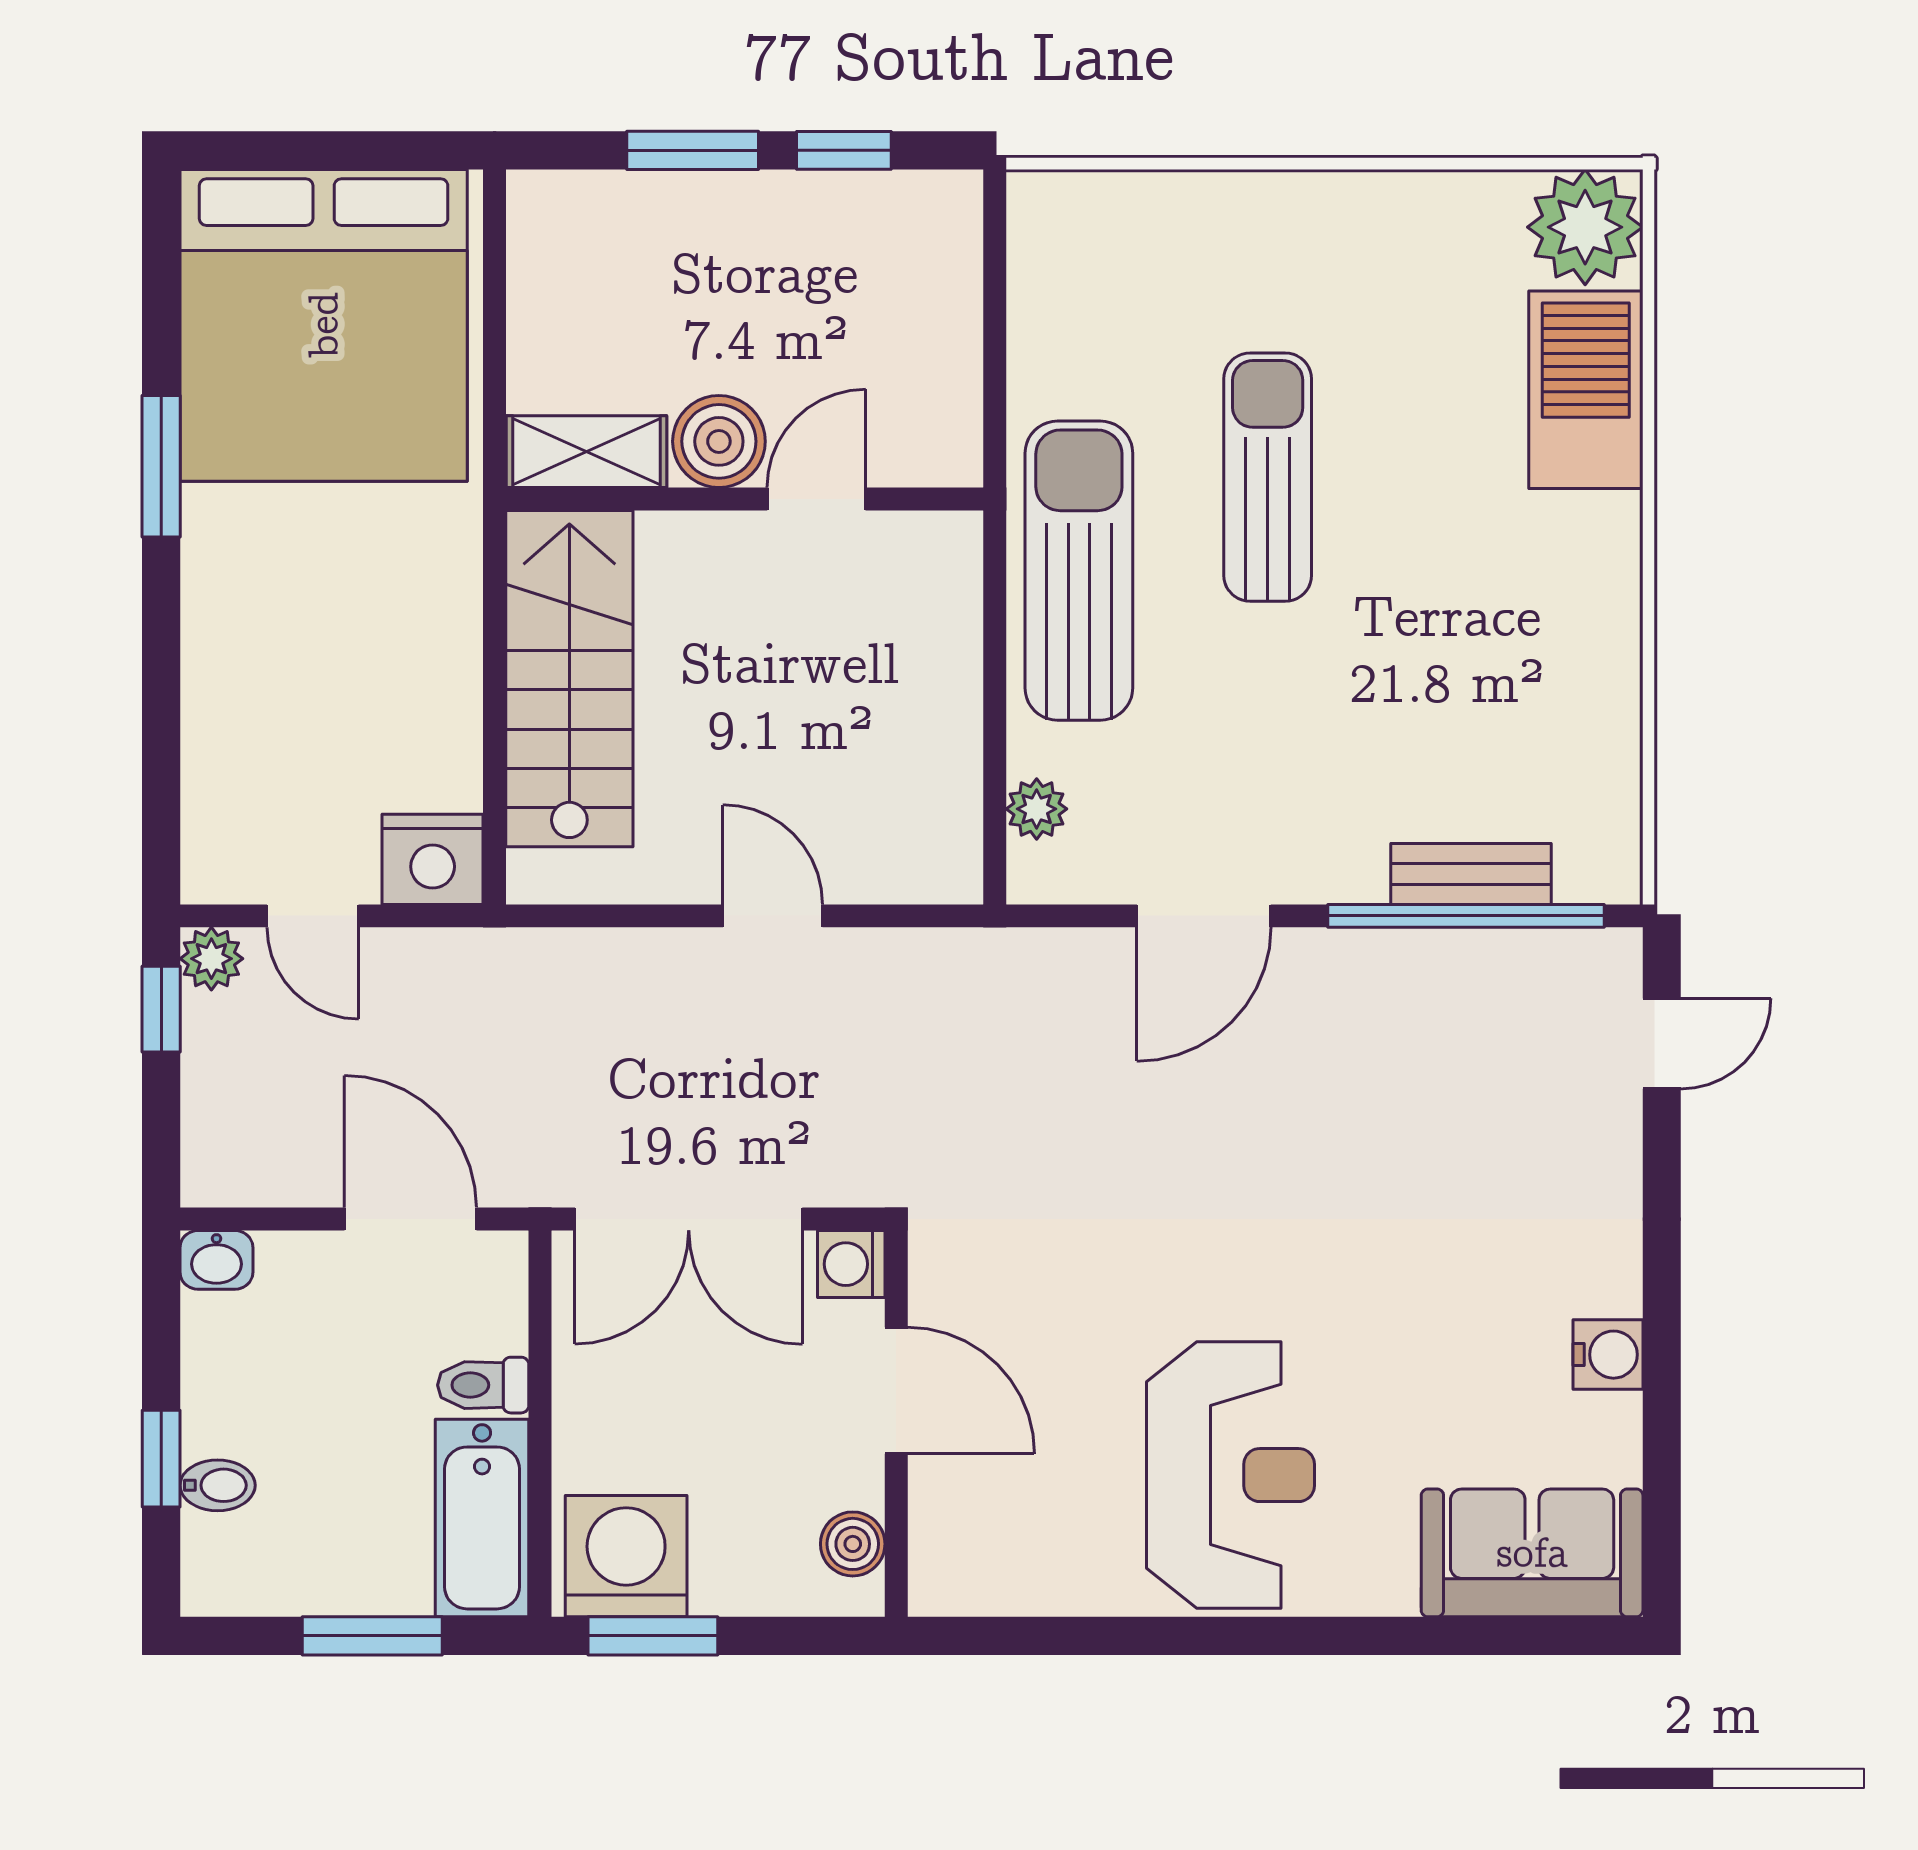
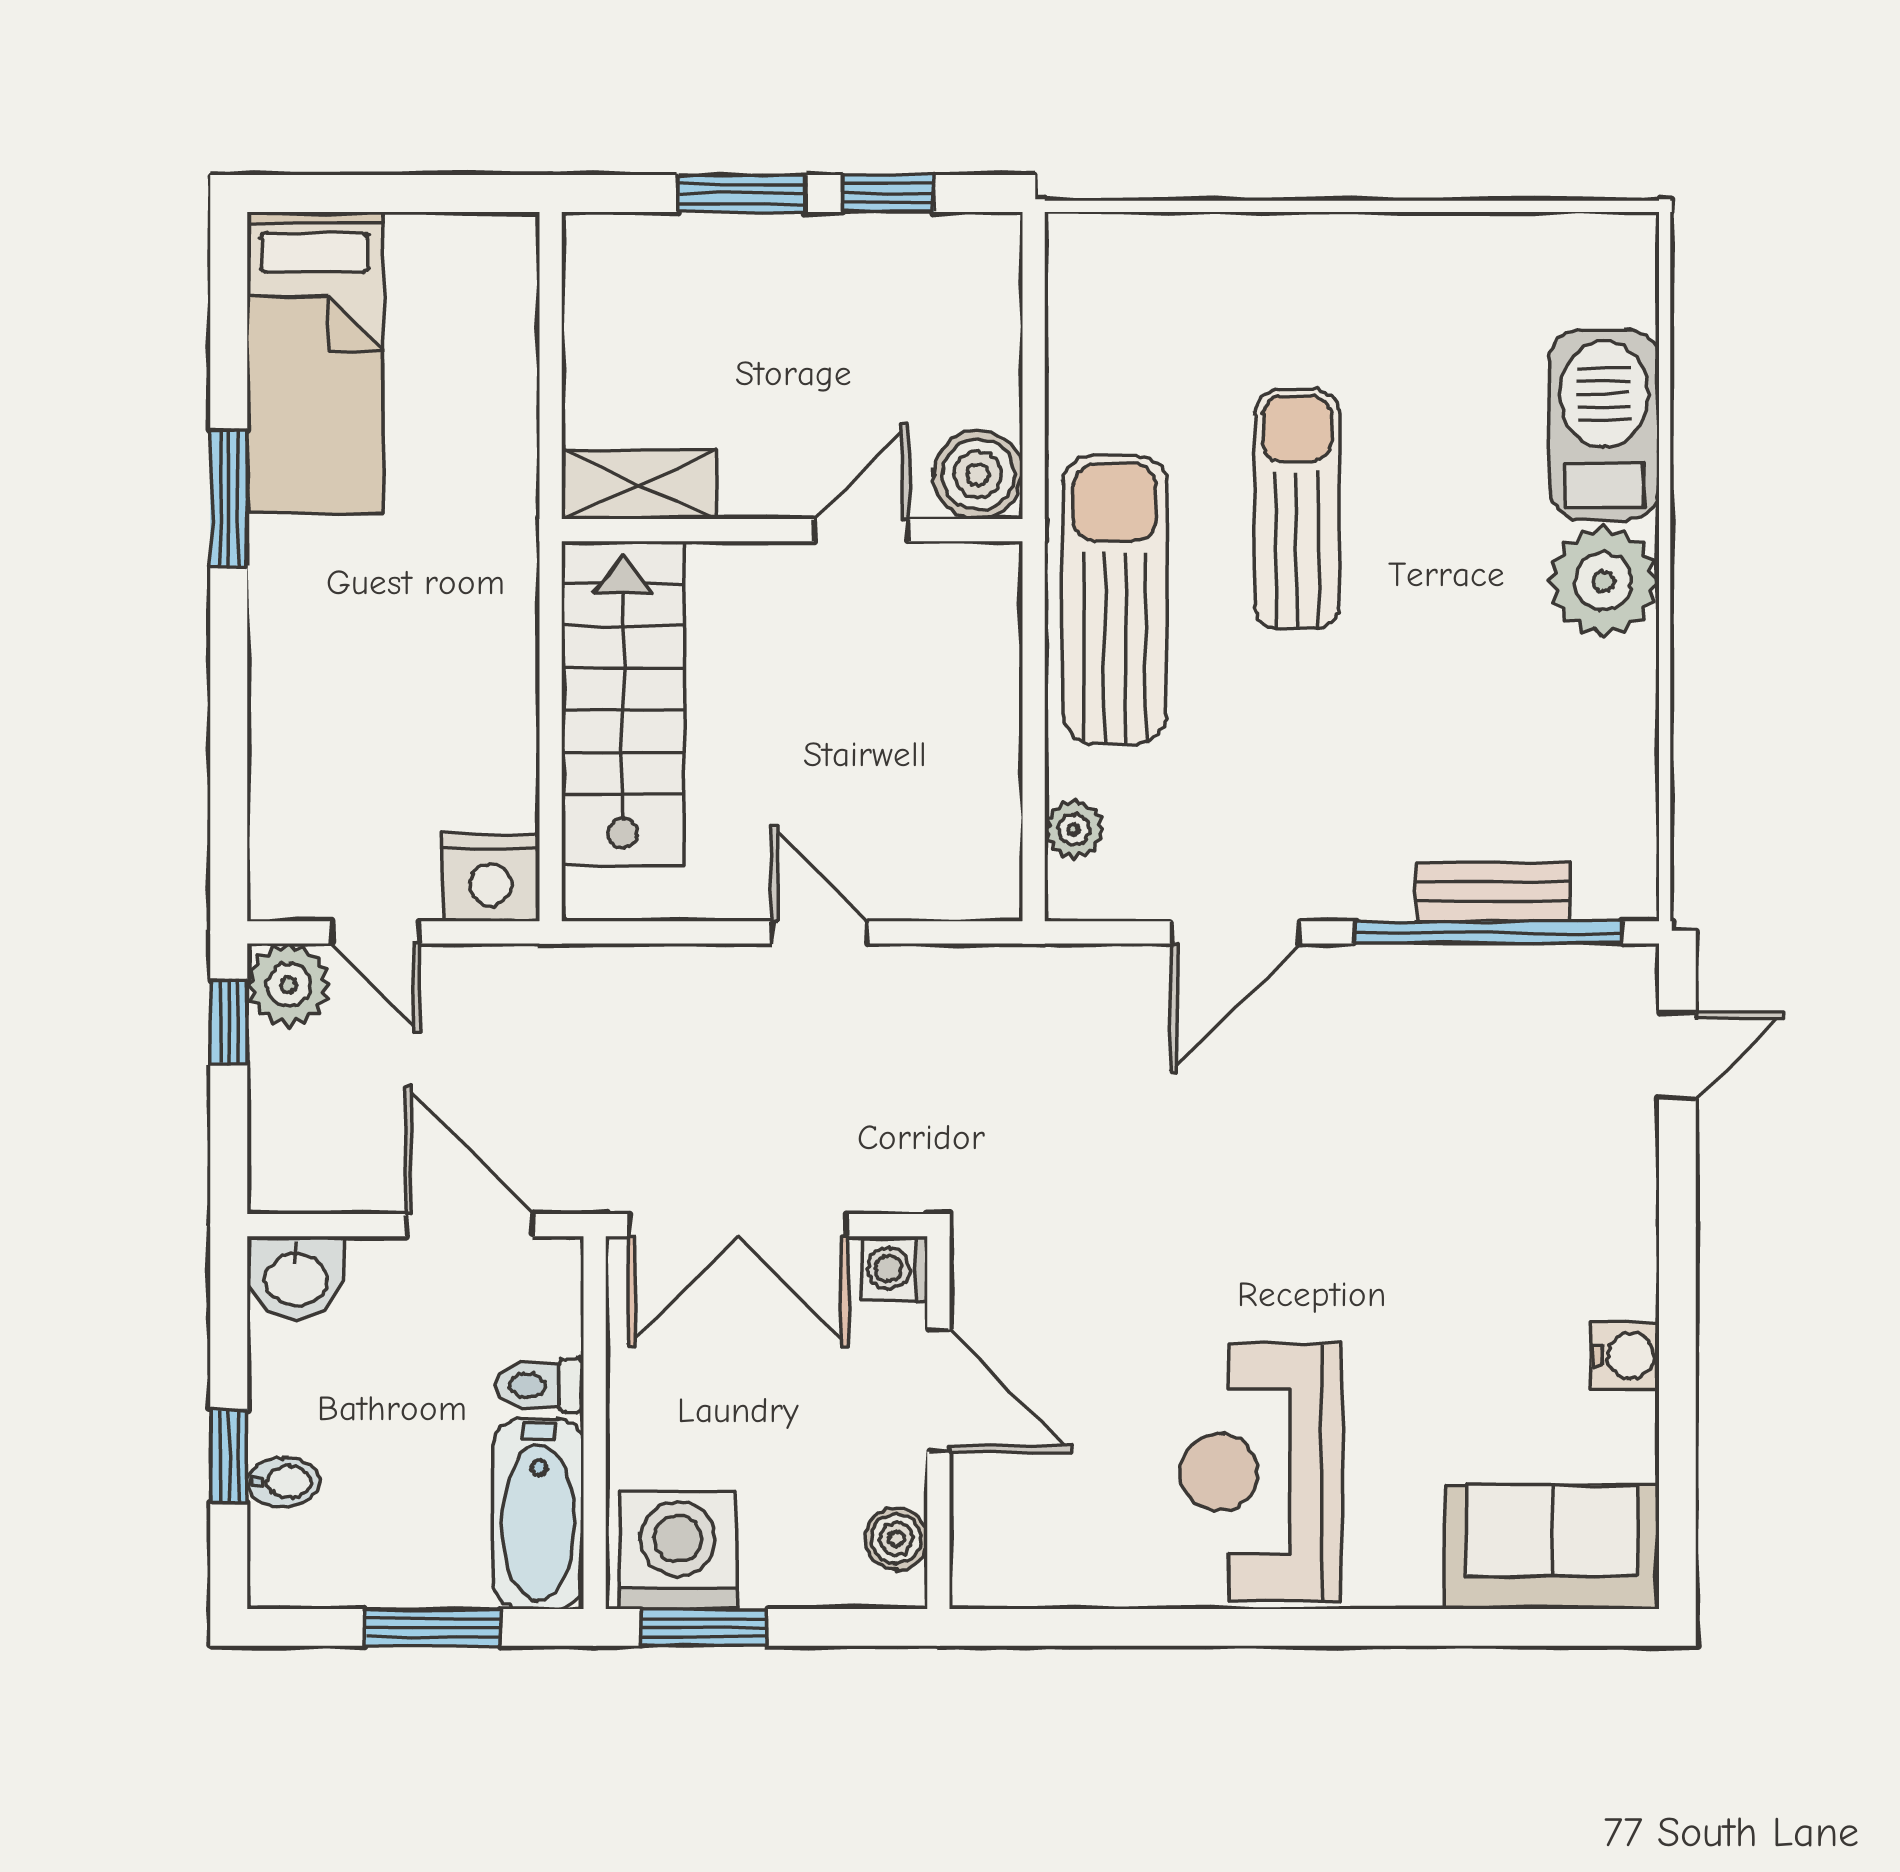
plant: (1585, 227) -> (1603, 581), moved
bed: (324, 325) -> (315, 362), width x0.49
boiler: (719, 441) -> (978, 474), moved
plant: (211, 959) -> (289, 985), width x1.38, depth x1.38
washbasin: (216, 1260) -> (296, 1277), width x1.38, depth x1.45
reception desk: (1230, 1475) -> (1261, 1472), turned 180

